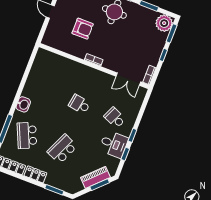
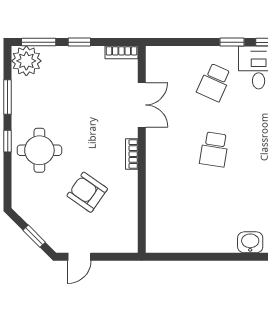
armchair: (83, 29) -> (87, 192), turned -55
double door: (128, 79) -> (142, 105), moved

